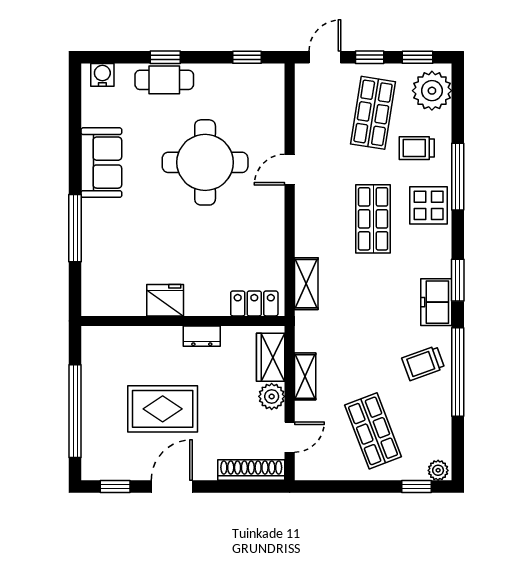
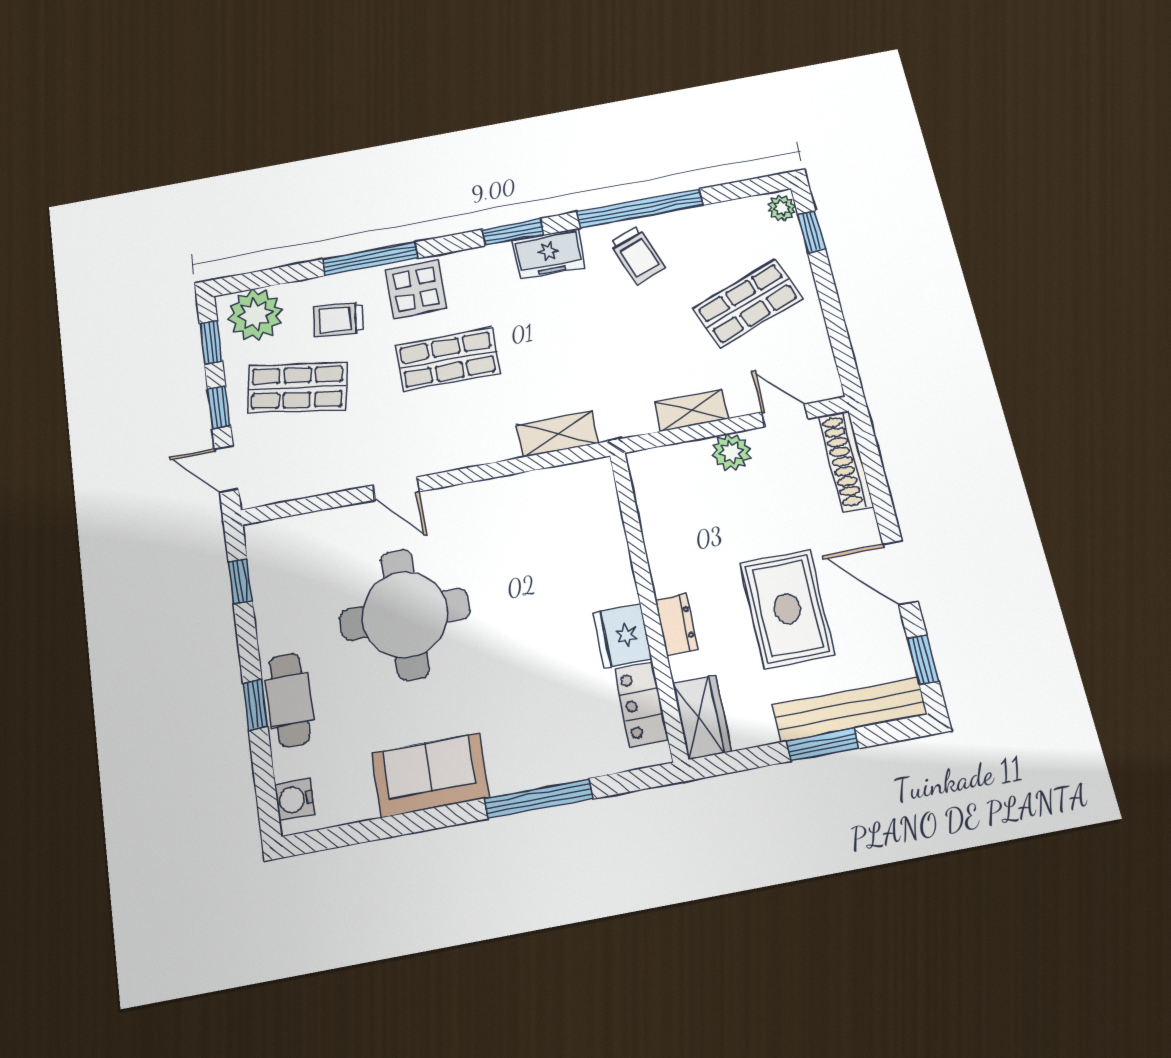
trolley: (417, 148) -> (338, 320), turned 95
locker: (254, 303) -> (641, 705), moved
dresser: (202, 336) -> (676, 624), moved
wardrobe: (271, 357) -> (702, 717), moved, turned -90
window: (75, 411) -> (823, 745), width x0.47
bench: (93, 433) -> (850, 710), added

